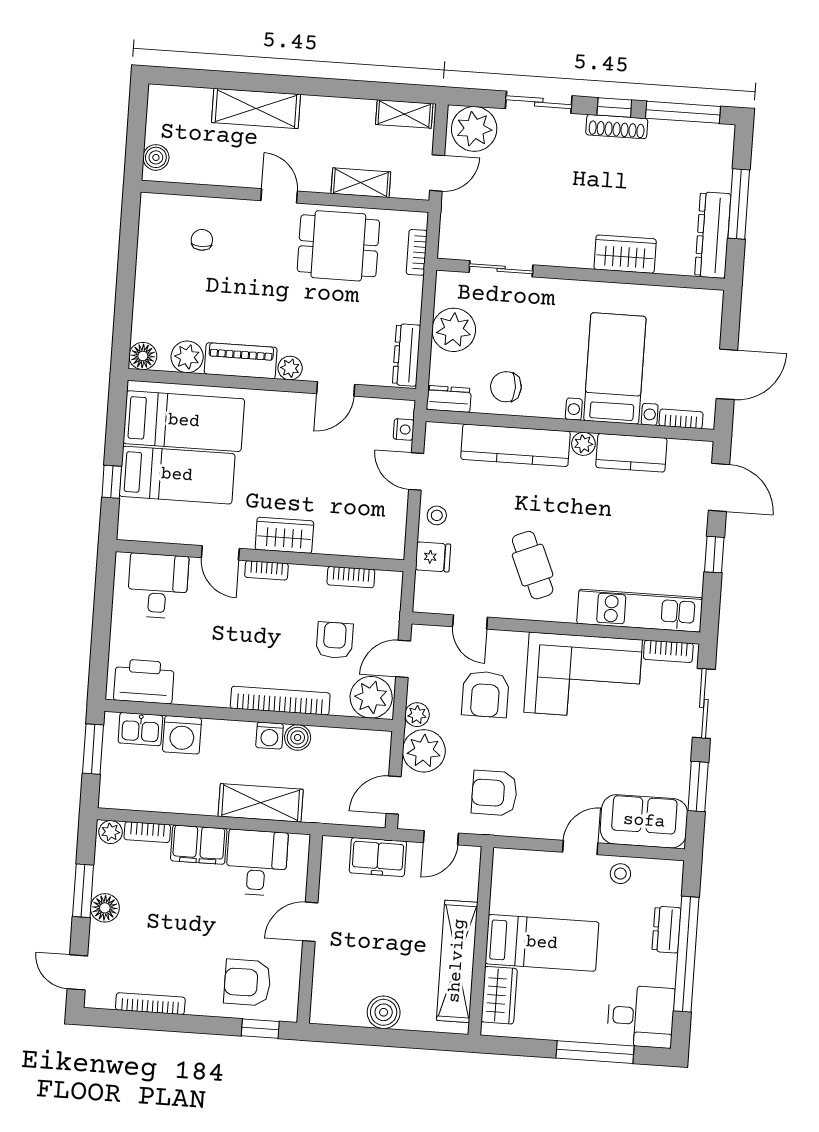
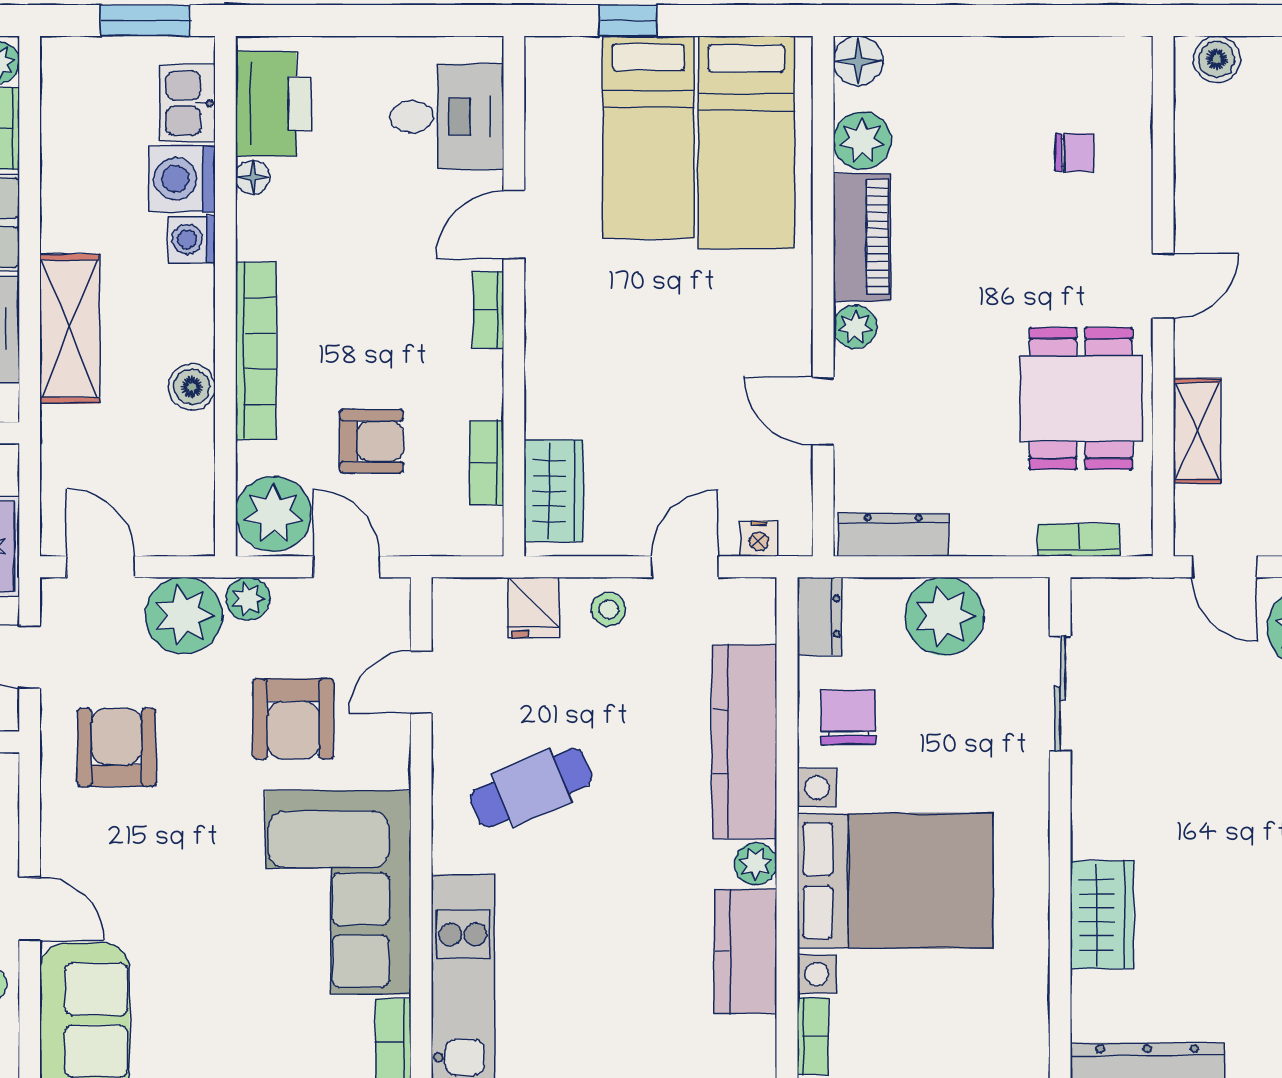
bed with nightstands: (615, 368) -> (895, 881), width x1.36
wardrobe: (284, 535) -> (554, 491), moved
armchair: (485, 694) -> (293, 719), turned -90
floor lamp: (184, 696) -> (253, 177), added
washing machine: (270, 736) -> (192, 239), moved

